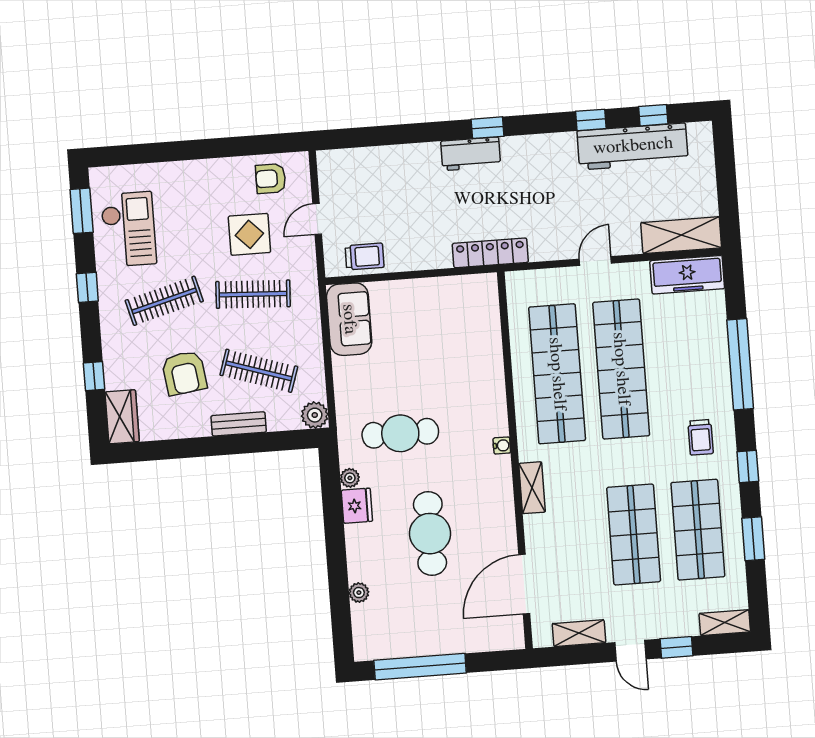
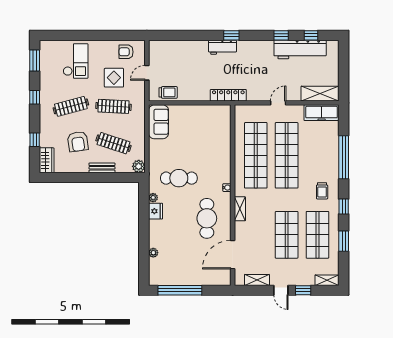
checkout: (128, 229) -> (76, 61), moved
cafe table: (430, 534) -> (207, 218), moved

